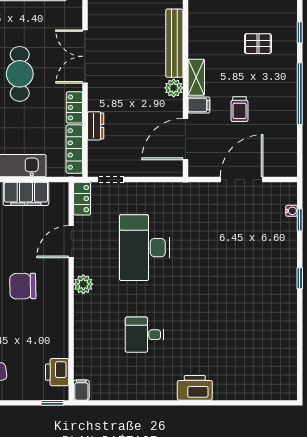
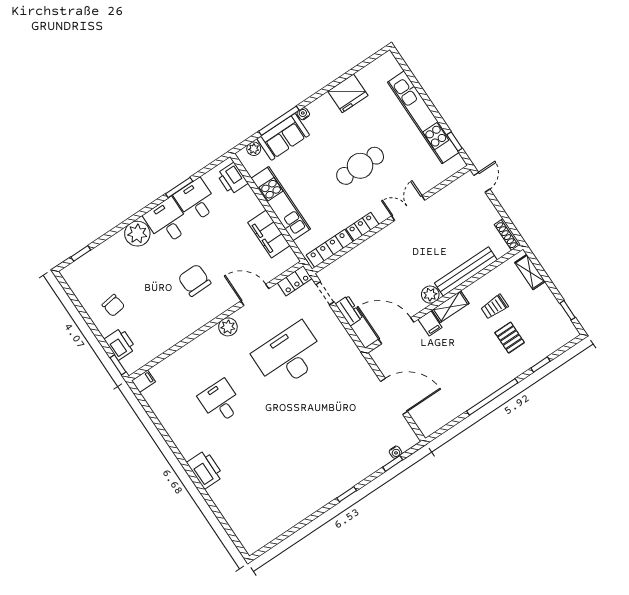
double door: (85, 56) -> (408, 208), width x0.73
trolley: (239, 109) -> (494, 307), moved
dresser: (96, 126) -> (349, 311), moved, turned -90
printer: (57, 372) -> (120, 344), moved, turned 90

